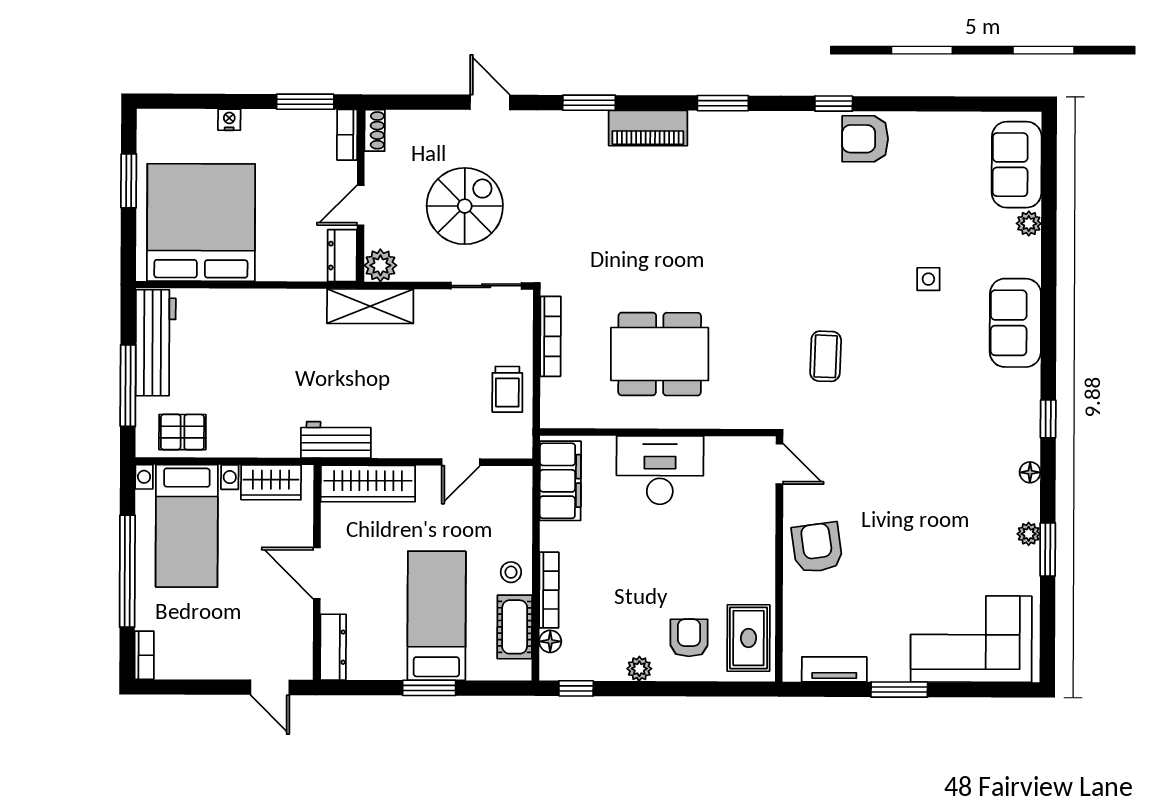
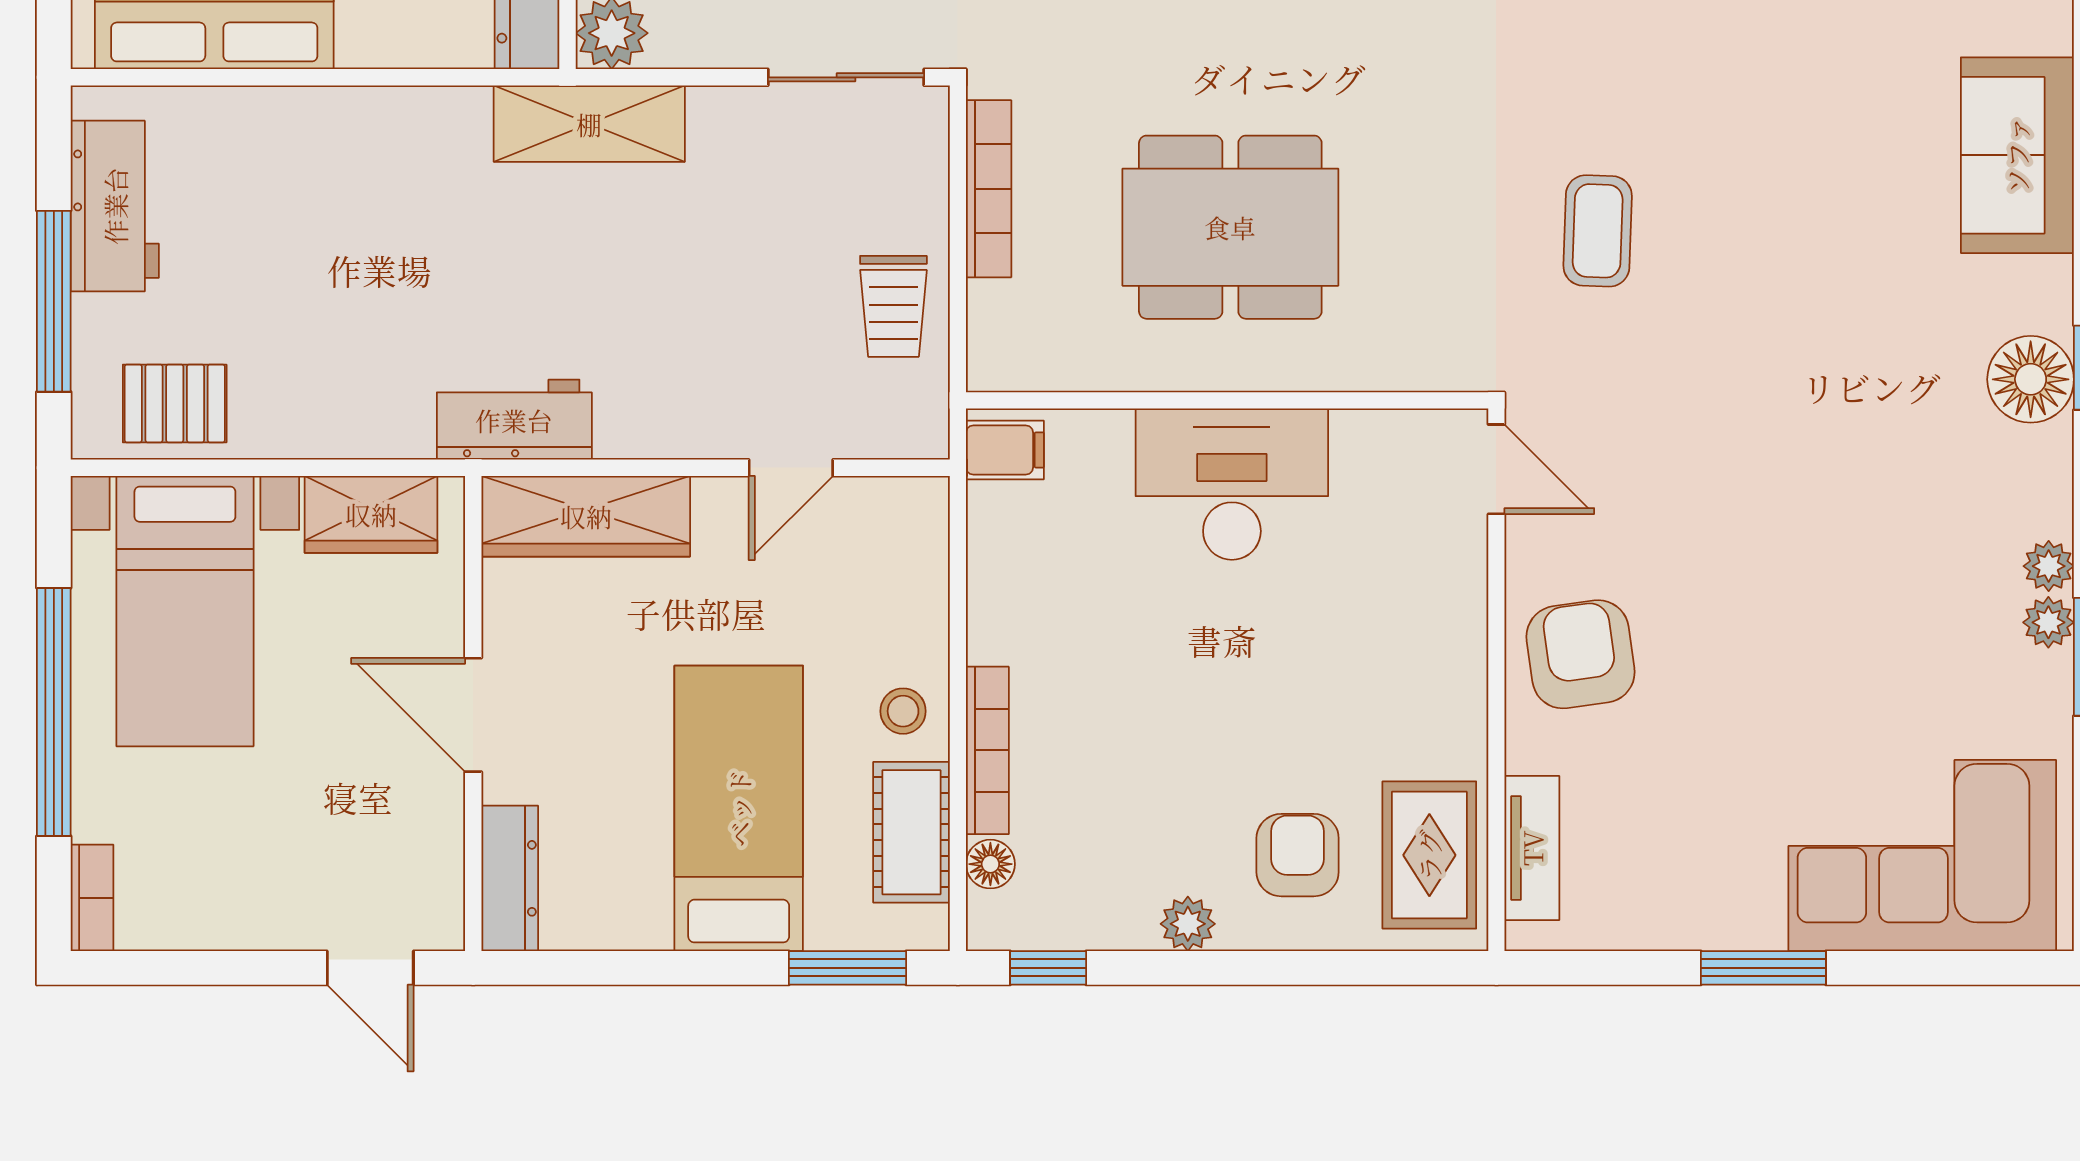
side table: (928, 279) -> (1825, 59), removed
workbench: (156, 343) -> (115, 206), width x0.73
floor lamp: (1030, 472) -> (2031, 379), moved, width x1.89, depth x1.89
filing cabinet: (560, 481) -> (1005, 450), width x0.33, depth x0.86
plant: (1029, 508) -> (2049, 566), added
tv unit: (834, 669) -> (1532, 848), moved, turned 90
window: (429, 688) -> (848, 968), moved

